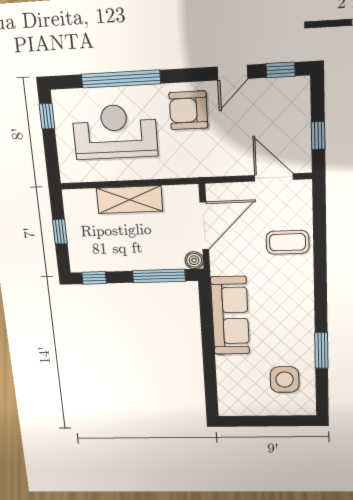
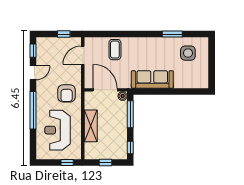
door: (232, 73) -> (33, 73), hinge flipped
window: (121, 79) -> (33, 110), moved
armchair: (188, 110) -> (67, 93), moved
window: (47, 116) -> (67, 162), moved

